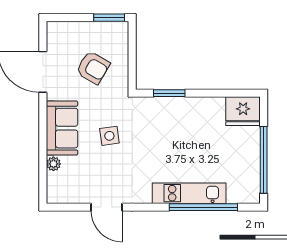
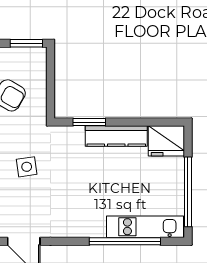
kitchen counter: (195, 106) -> (116, 136), added
kitchen unit: (189, 193) -> (145, 227), moved

